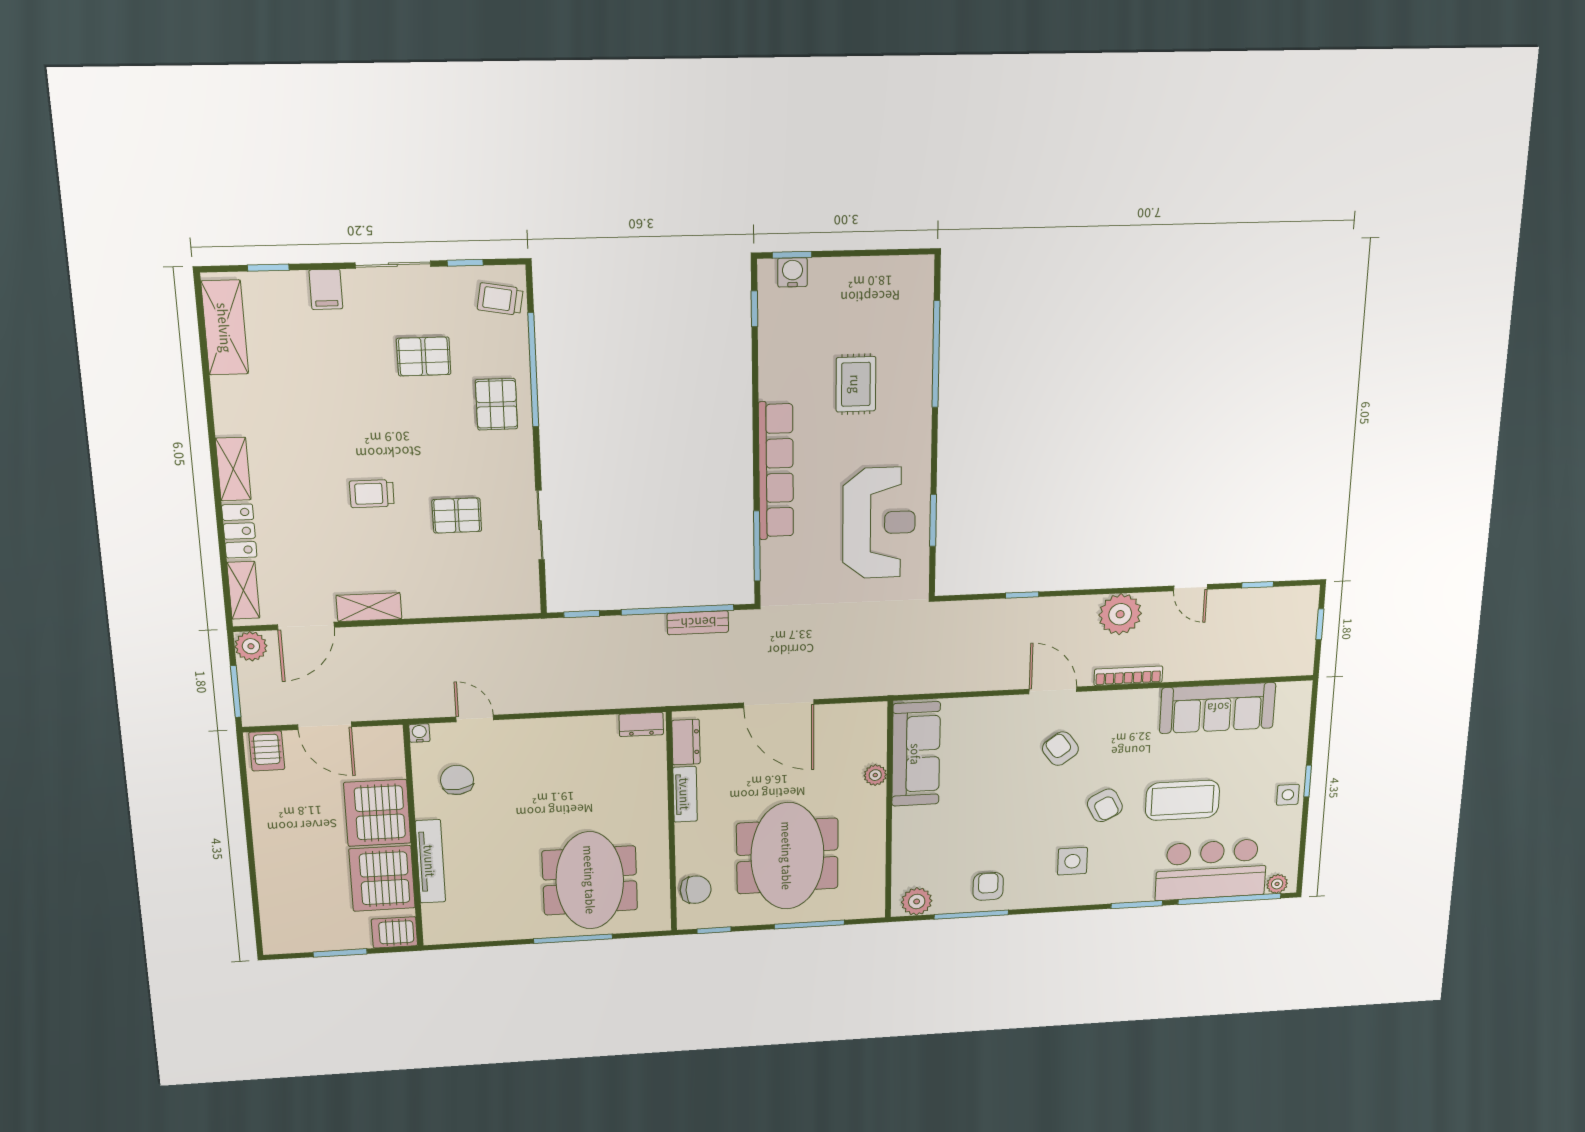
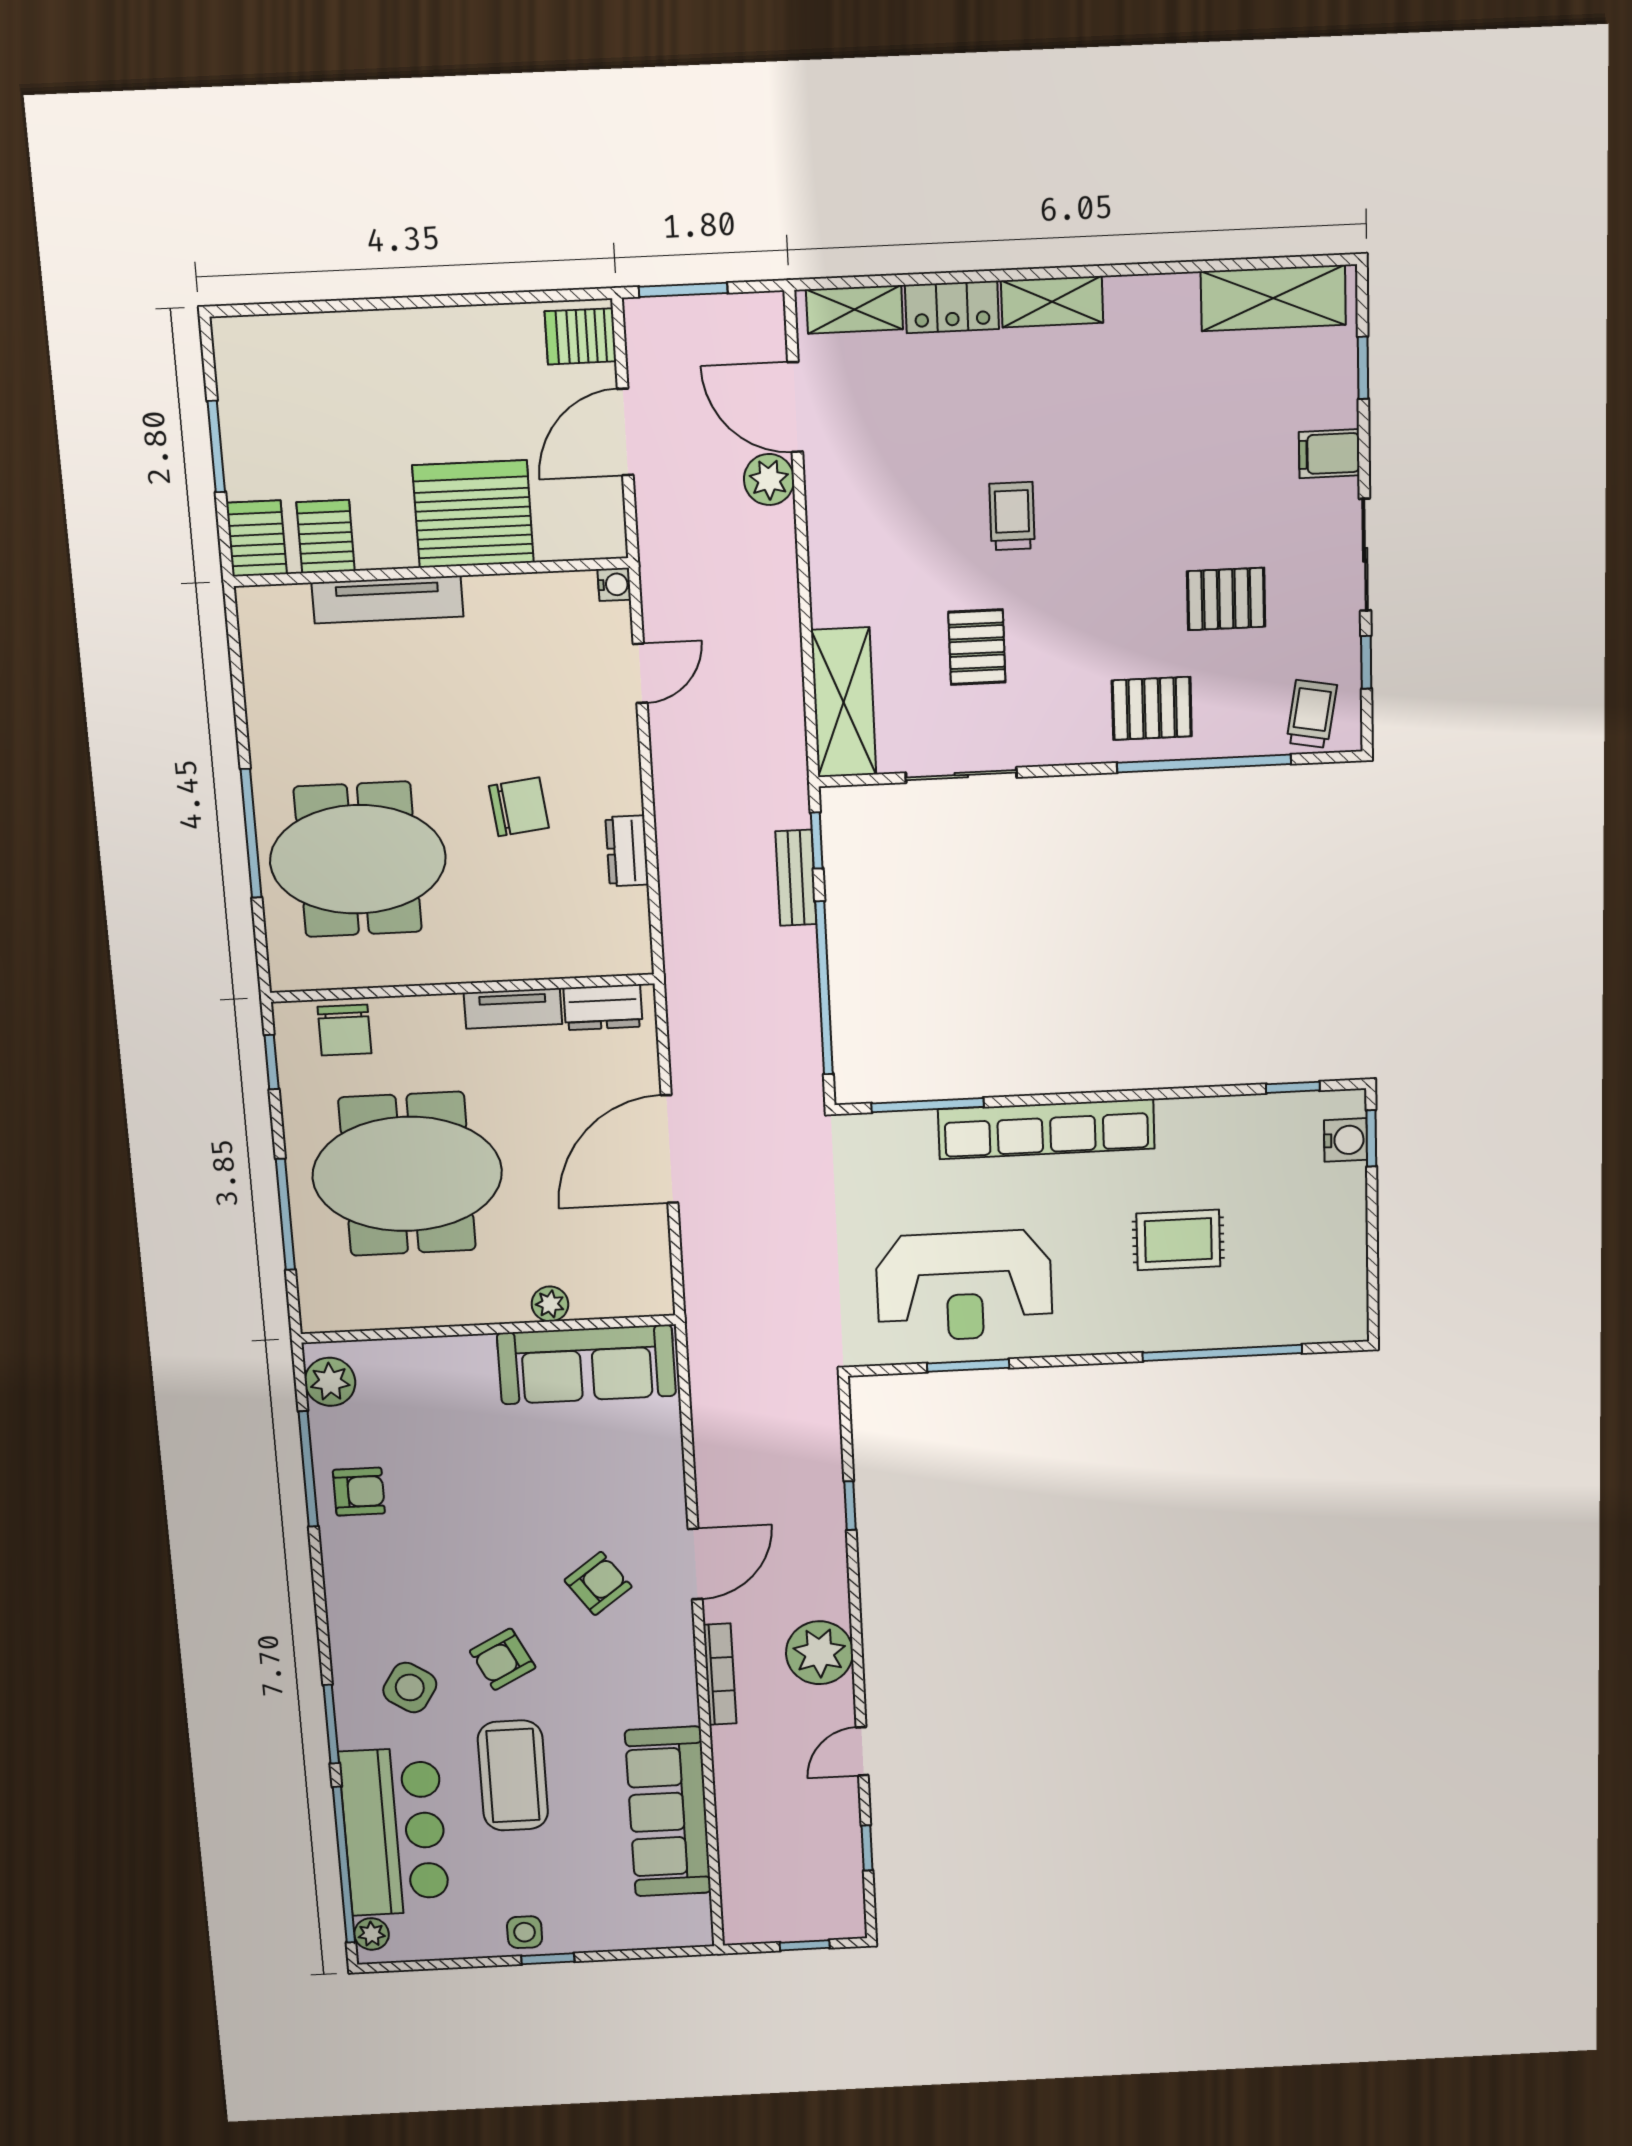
pallet: (424, 356) -> (1226, 599), turned 90
shelving: (369, 607) -> (844, 702), moved, width x1.50, depth x1.33
bench: (698, 623) -> (796, 878), moved
plant: (251, 646) -> (769, 479), moved
dresser: (641, 724) -> (627, 851), moved
chair: (457, 780) -> (519, 807), moved
side table: (1072, 861) -> (410, 1688), moved, turned 33
server rack: (382, 878) -> (326, 537), width x0.46, depth x0.70

